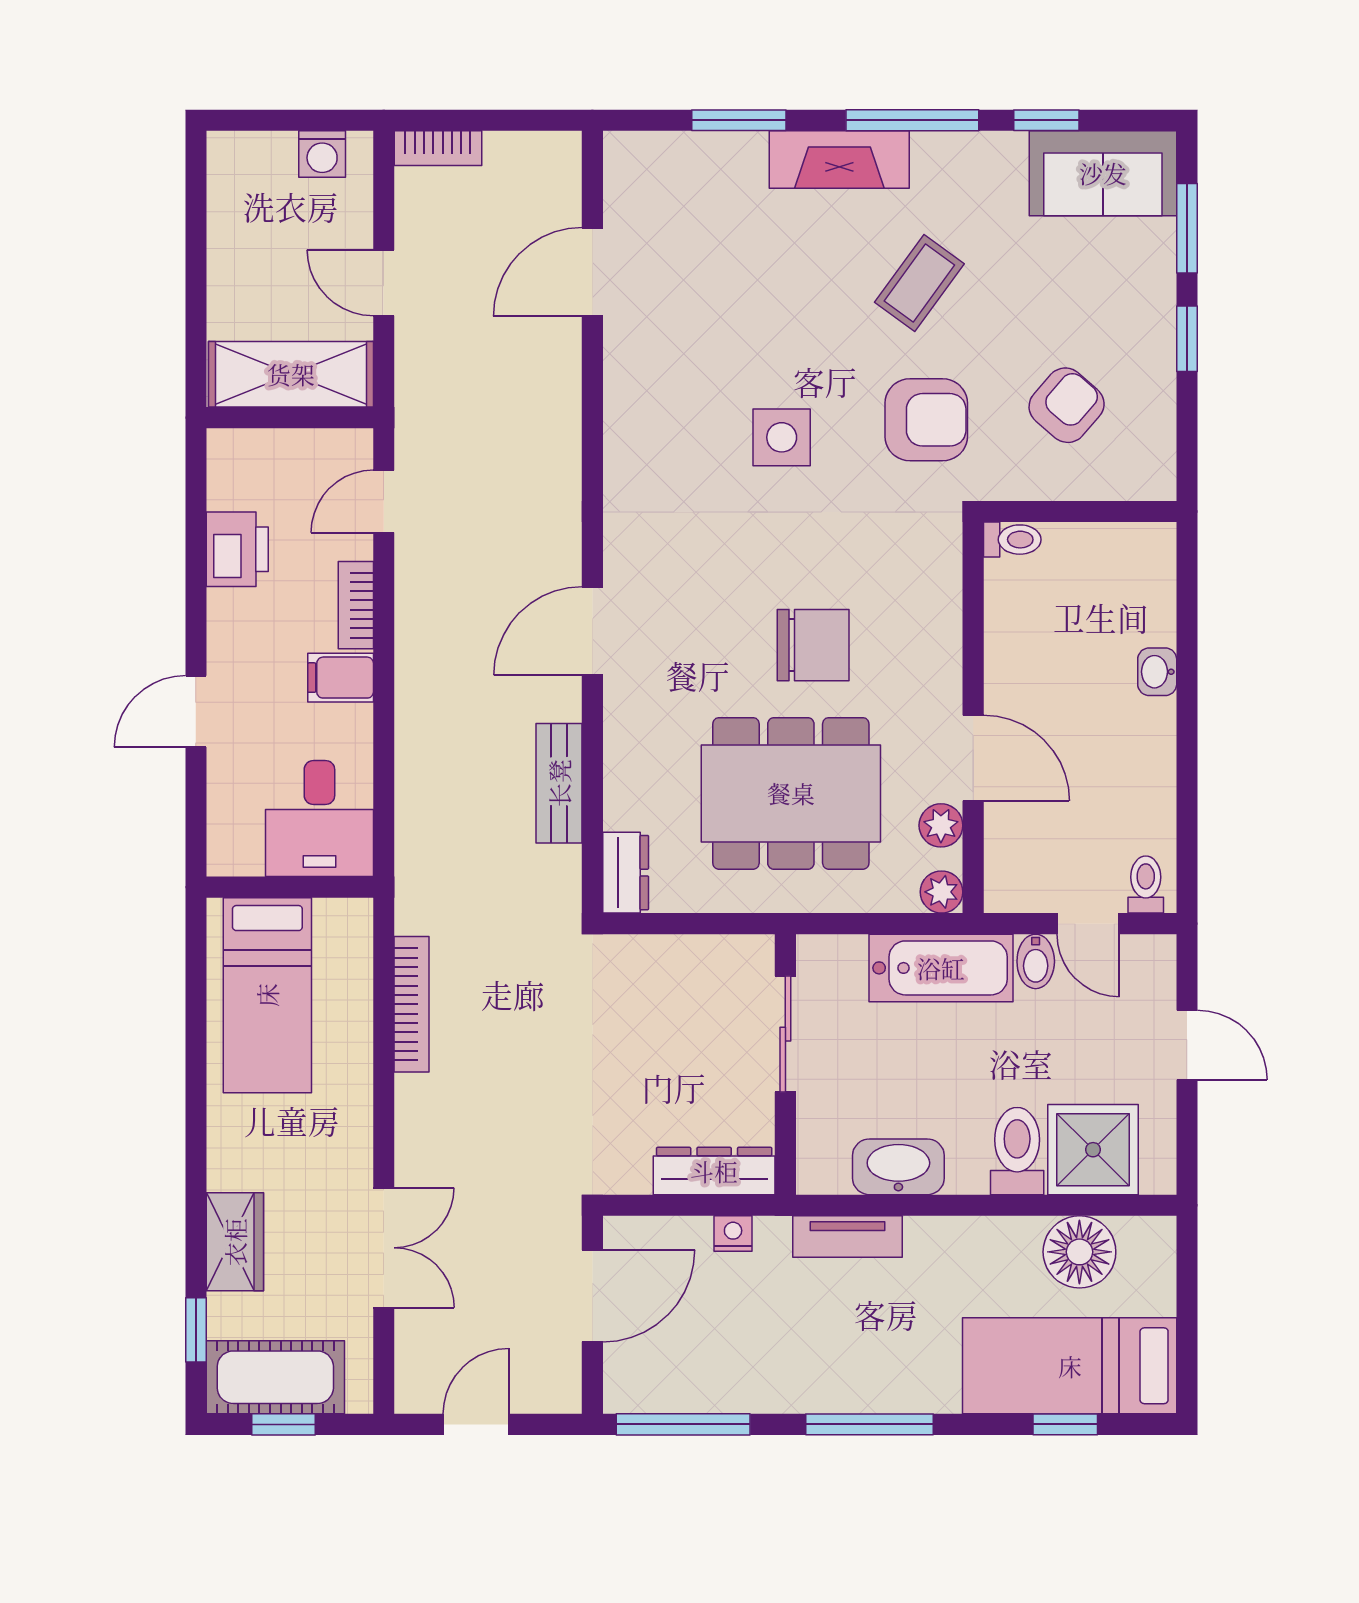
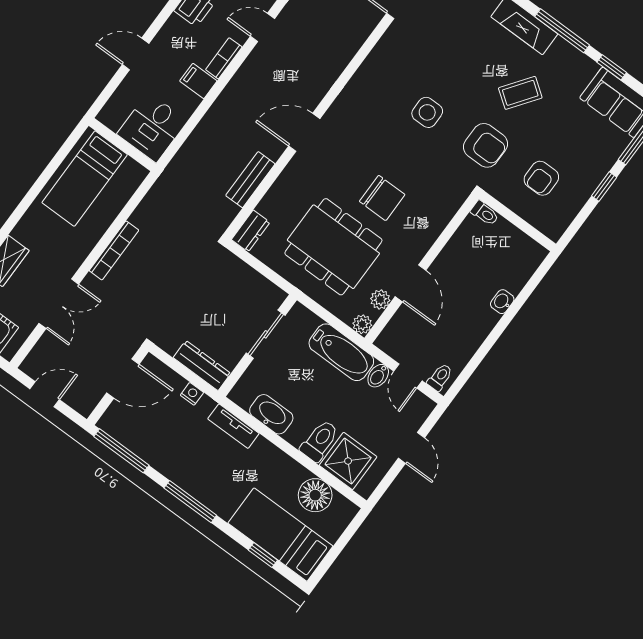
armchair: (1067, 405) -> (541, 178), turned 139
bookcase: (412, 1004) -> (114, 250), moved

